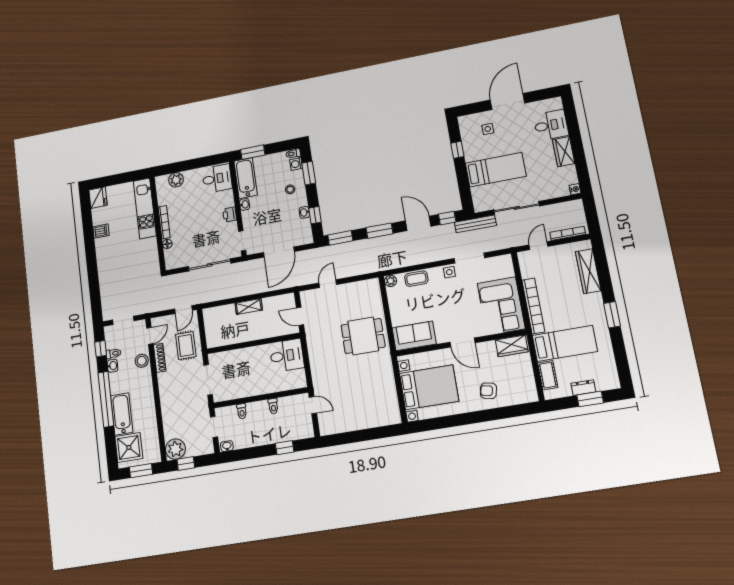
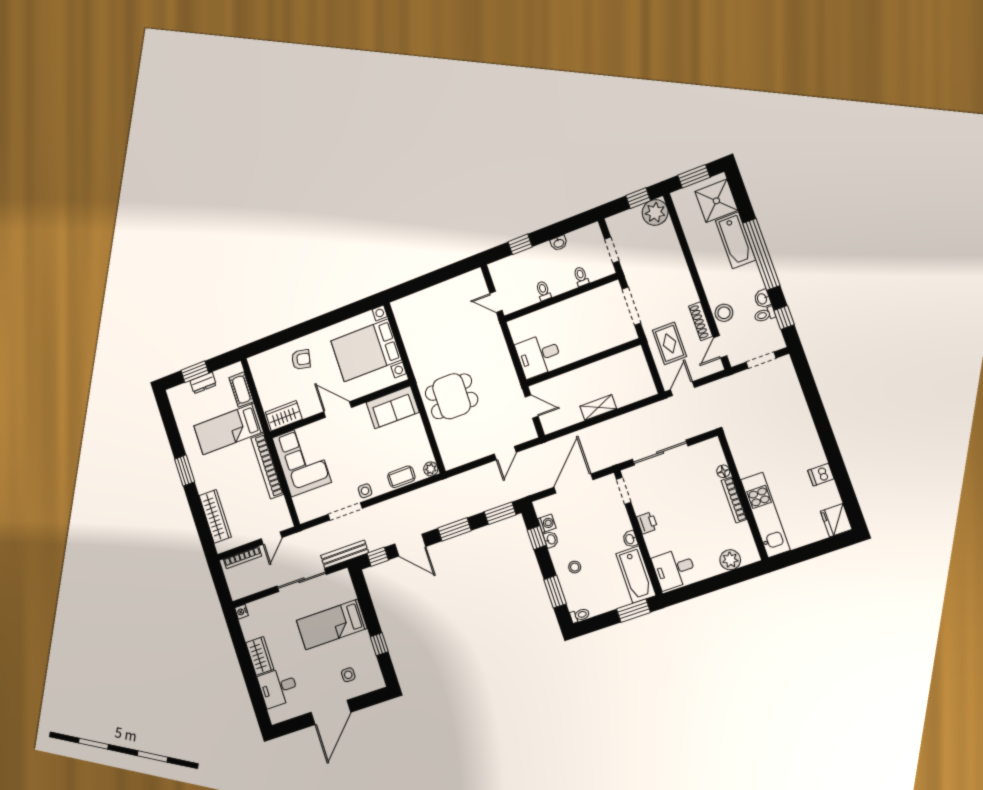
washing machine: (296, 164) -> (547, 523), moved
washbasin: (227, 446) -> (559, 243), moved

